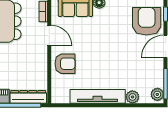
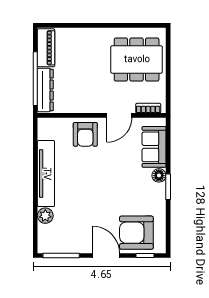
armchair: (147, 21) -> (136, 233), turned 180
plant: (157, 94) -> (48, 246), removed

